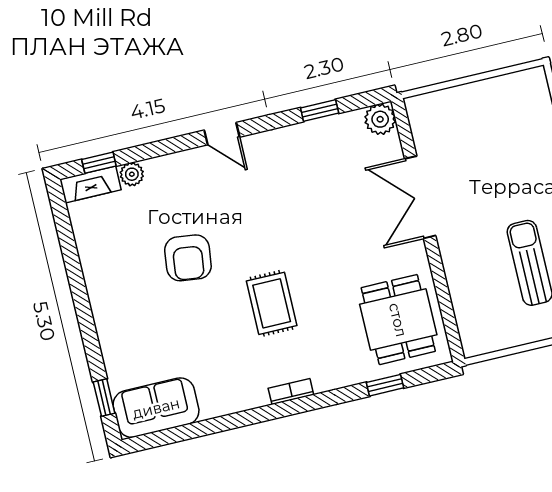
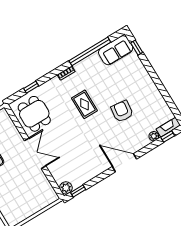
window: (320, 111) -> (78, 191), moved
door: (222, 134) -> (124, 163), width x1.88
double door: (420, 197) -> (35, 153), moved
window: (218, 425) -> (90, 51), added

